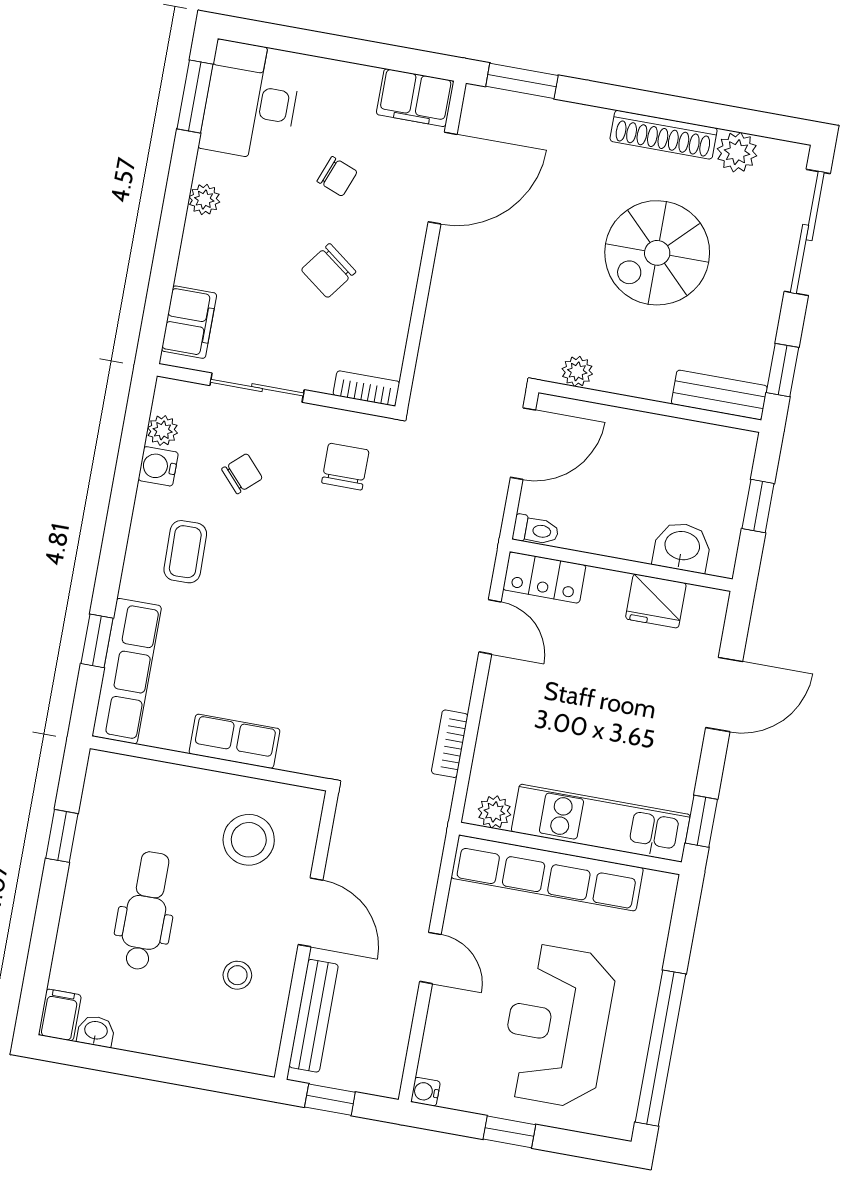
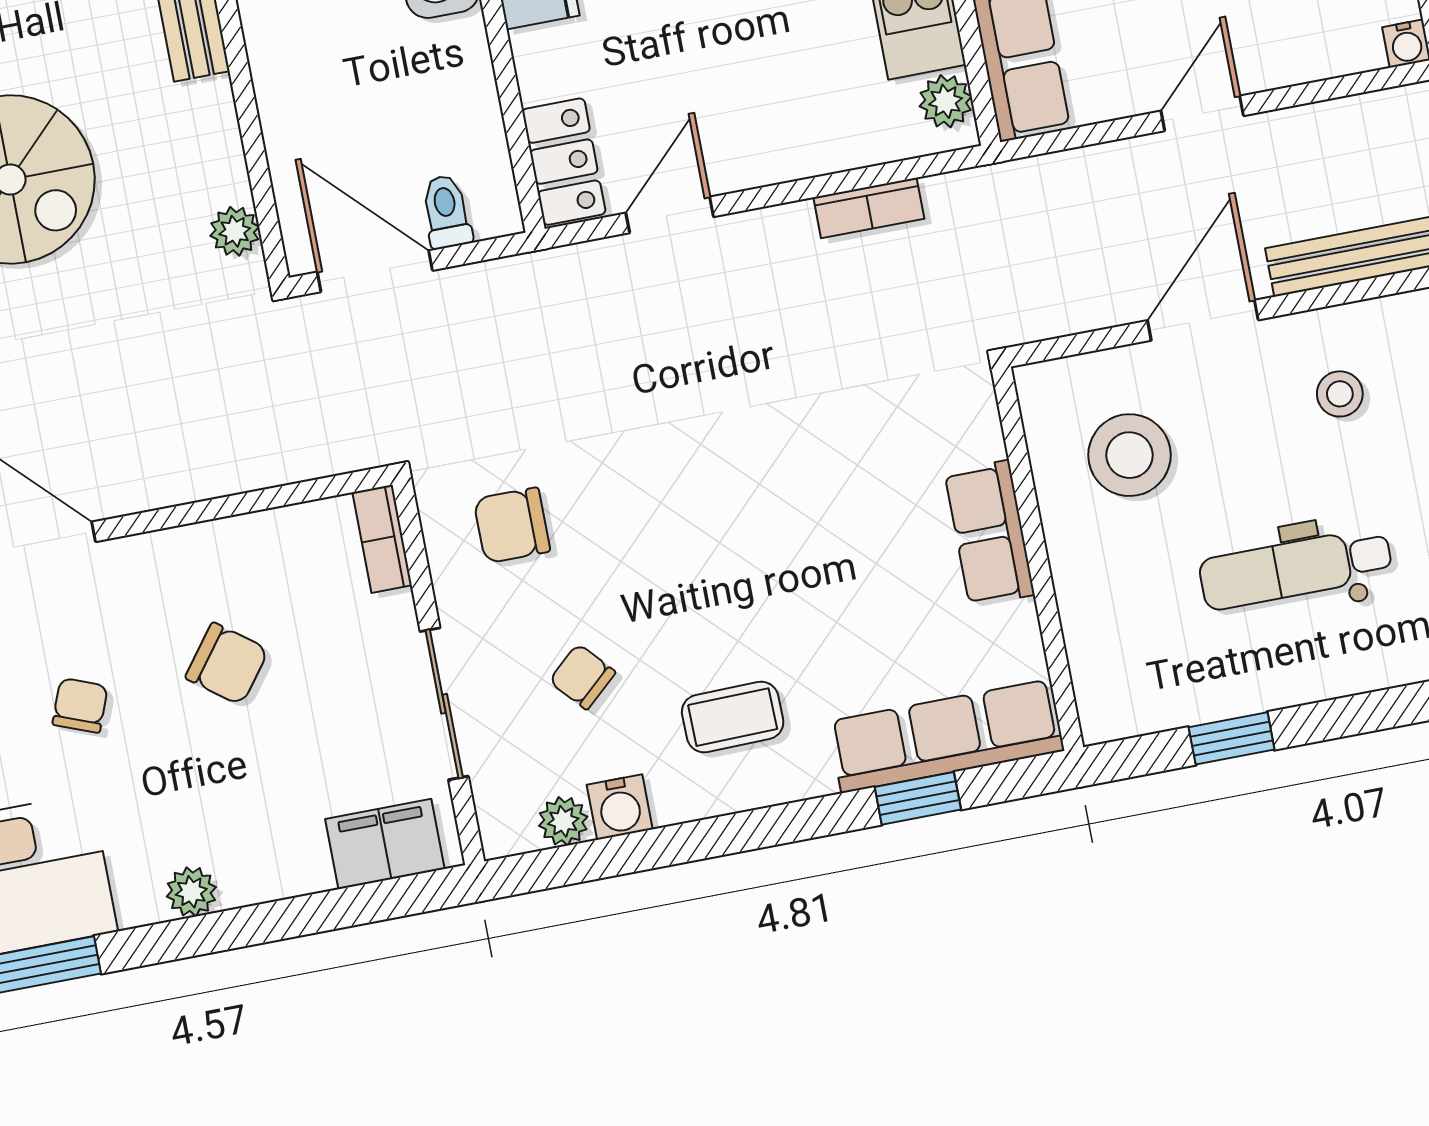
toilet: (536, 530) -> (446, 212), moved

